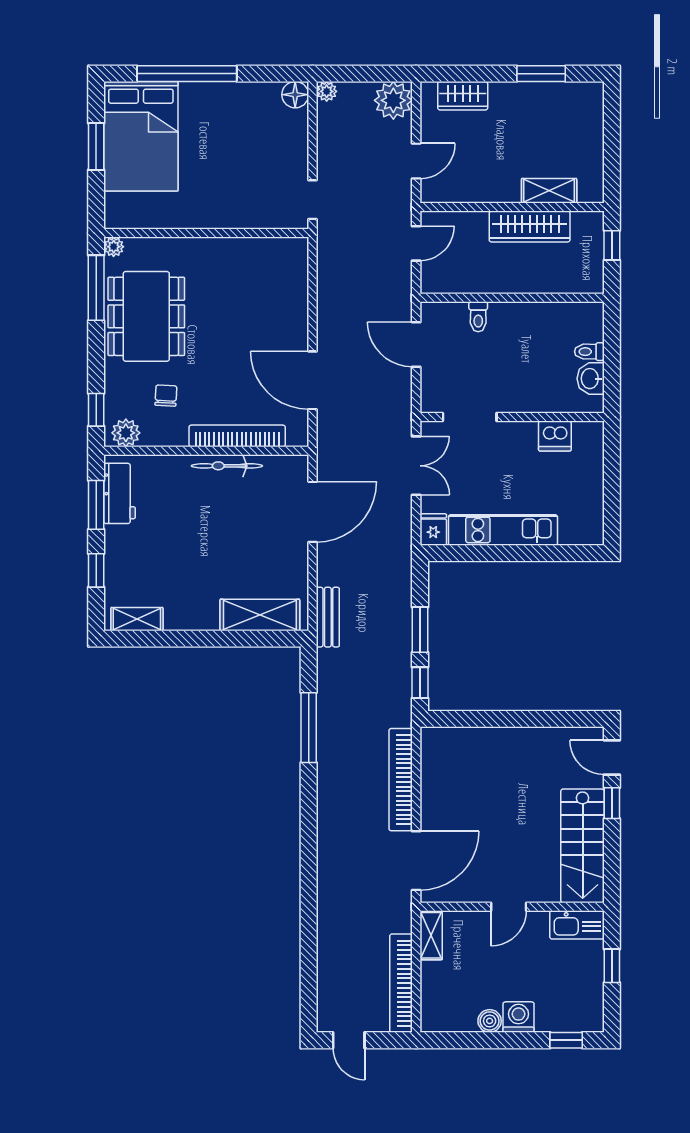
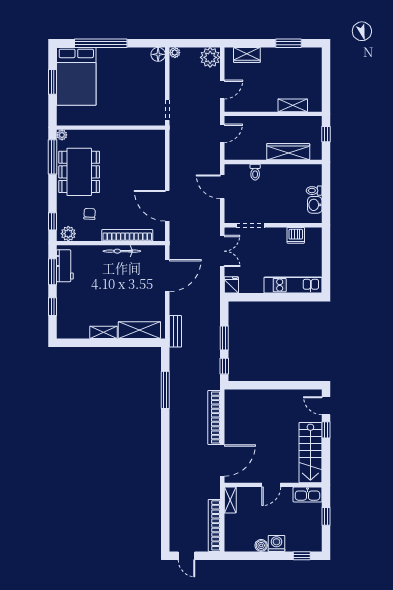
wardrobe: (530, 227) -> (288, 152), moved, turned 180
kitchen unit: (503, 530) -> (293, 285), moved
shelving: (137, 619) -> (104, 332), moved

